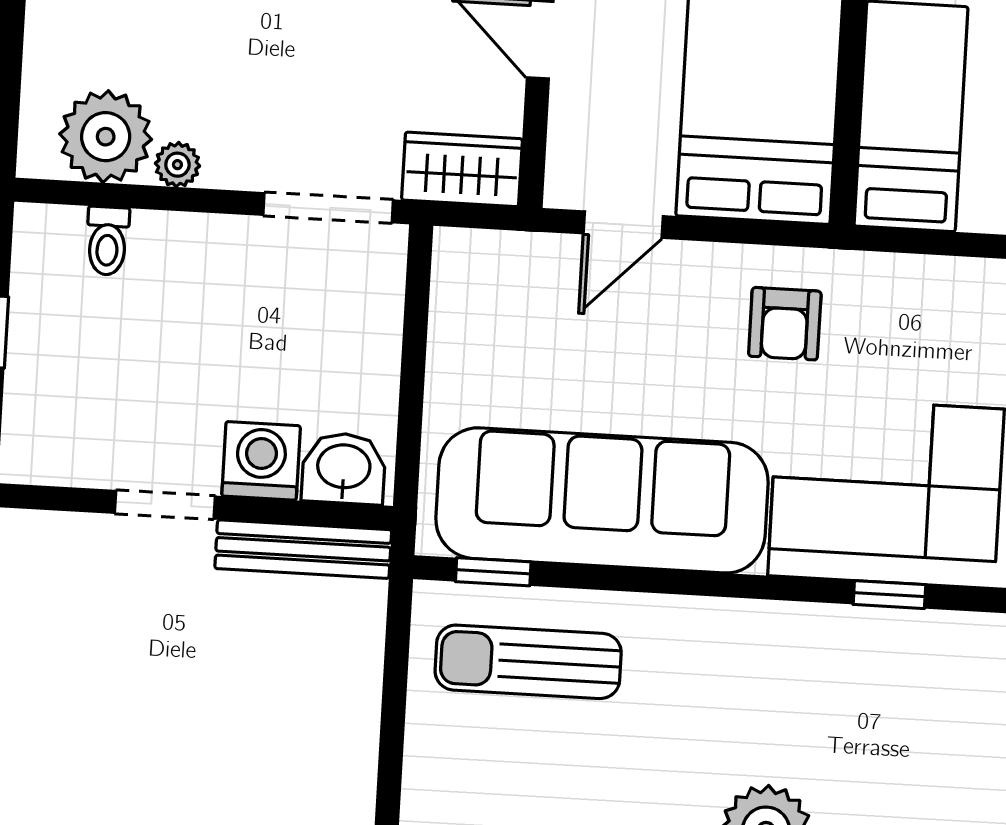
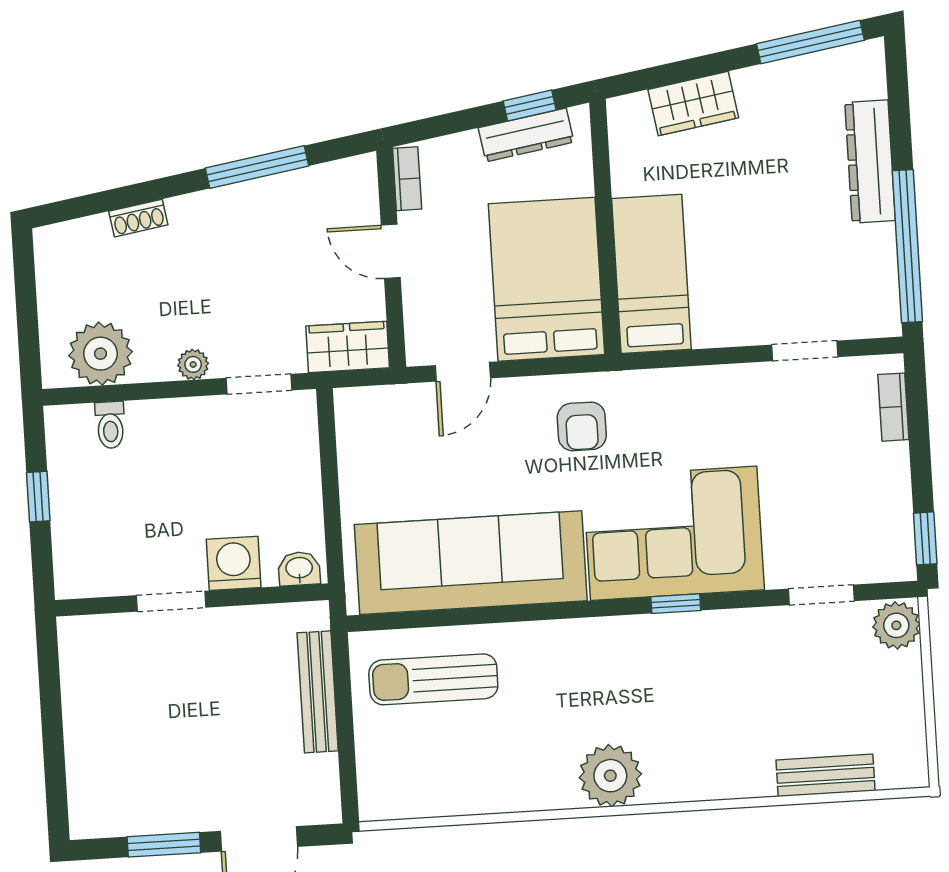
plant: (177, 165) -> (193, 364), moved
doorway: (328, 208) -> (259, 384), width x0.73
washbasin: (344, 468) -> (299, 569), width x0.72, depth x0.69
bench: (303, 549) -> (318, 692), moved, turned 90
window: (493, 572) -> (402, 620), removed

